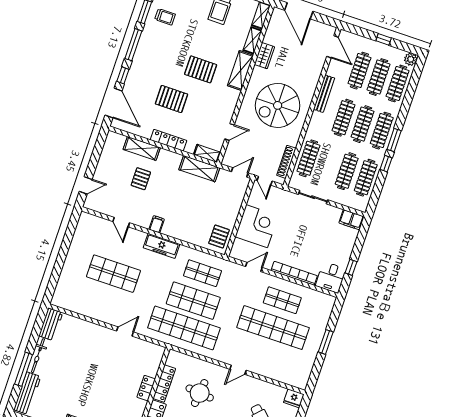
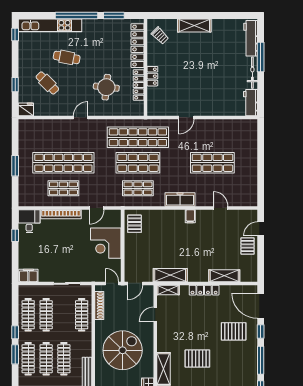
pallet: (171, 99) -> (234, 331), moved
pallet: (141, 179) -> (248, 246), moved

